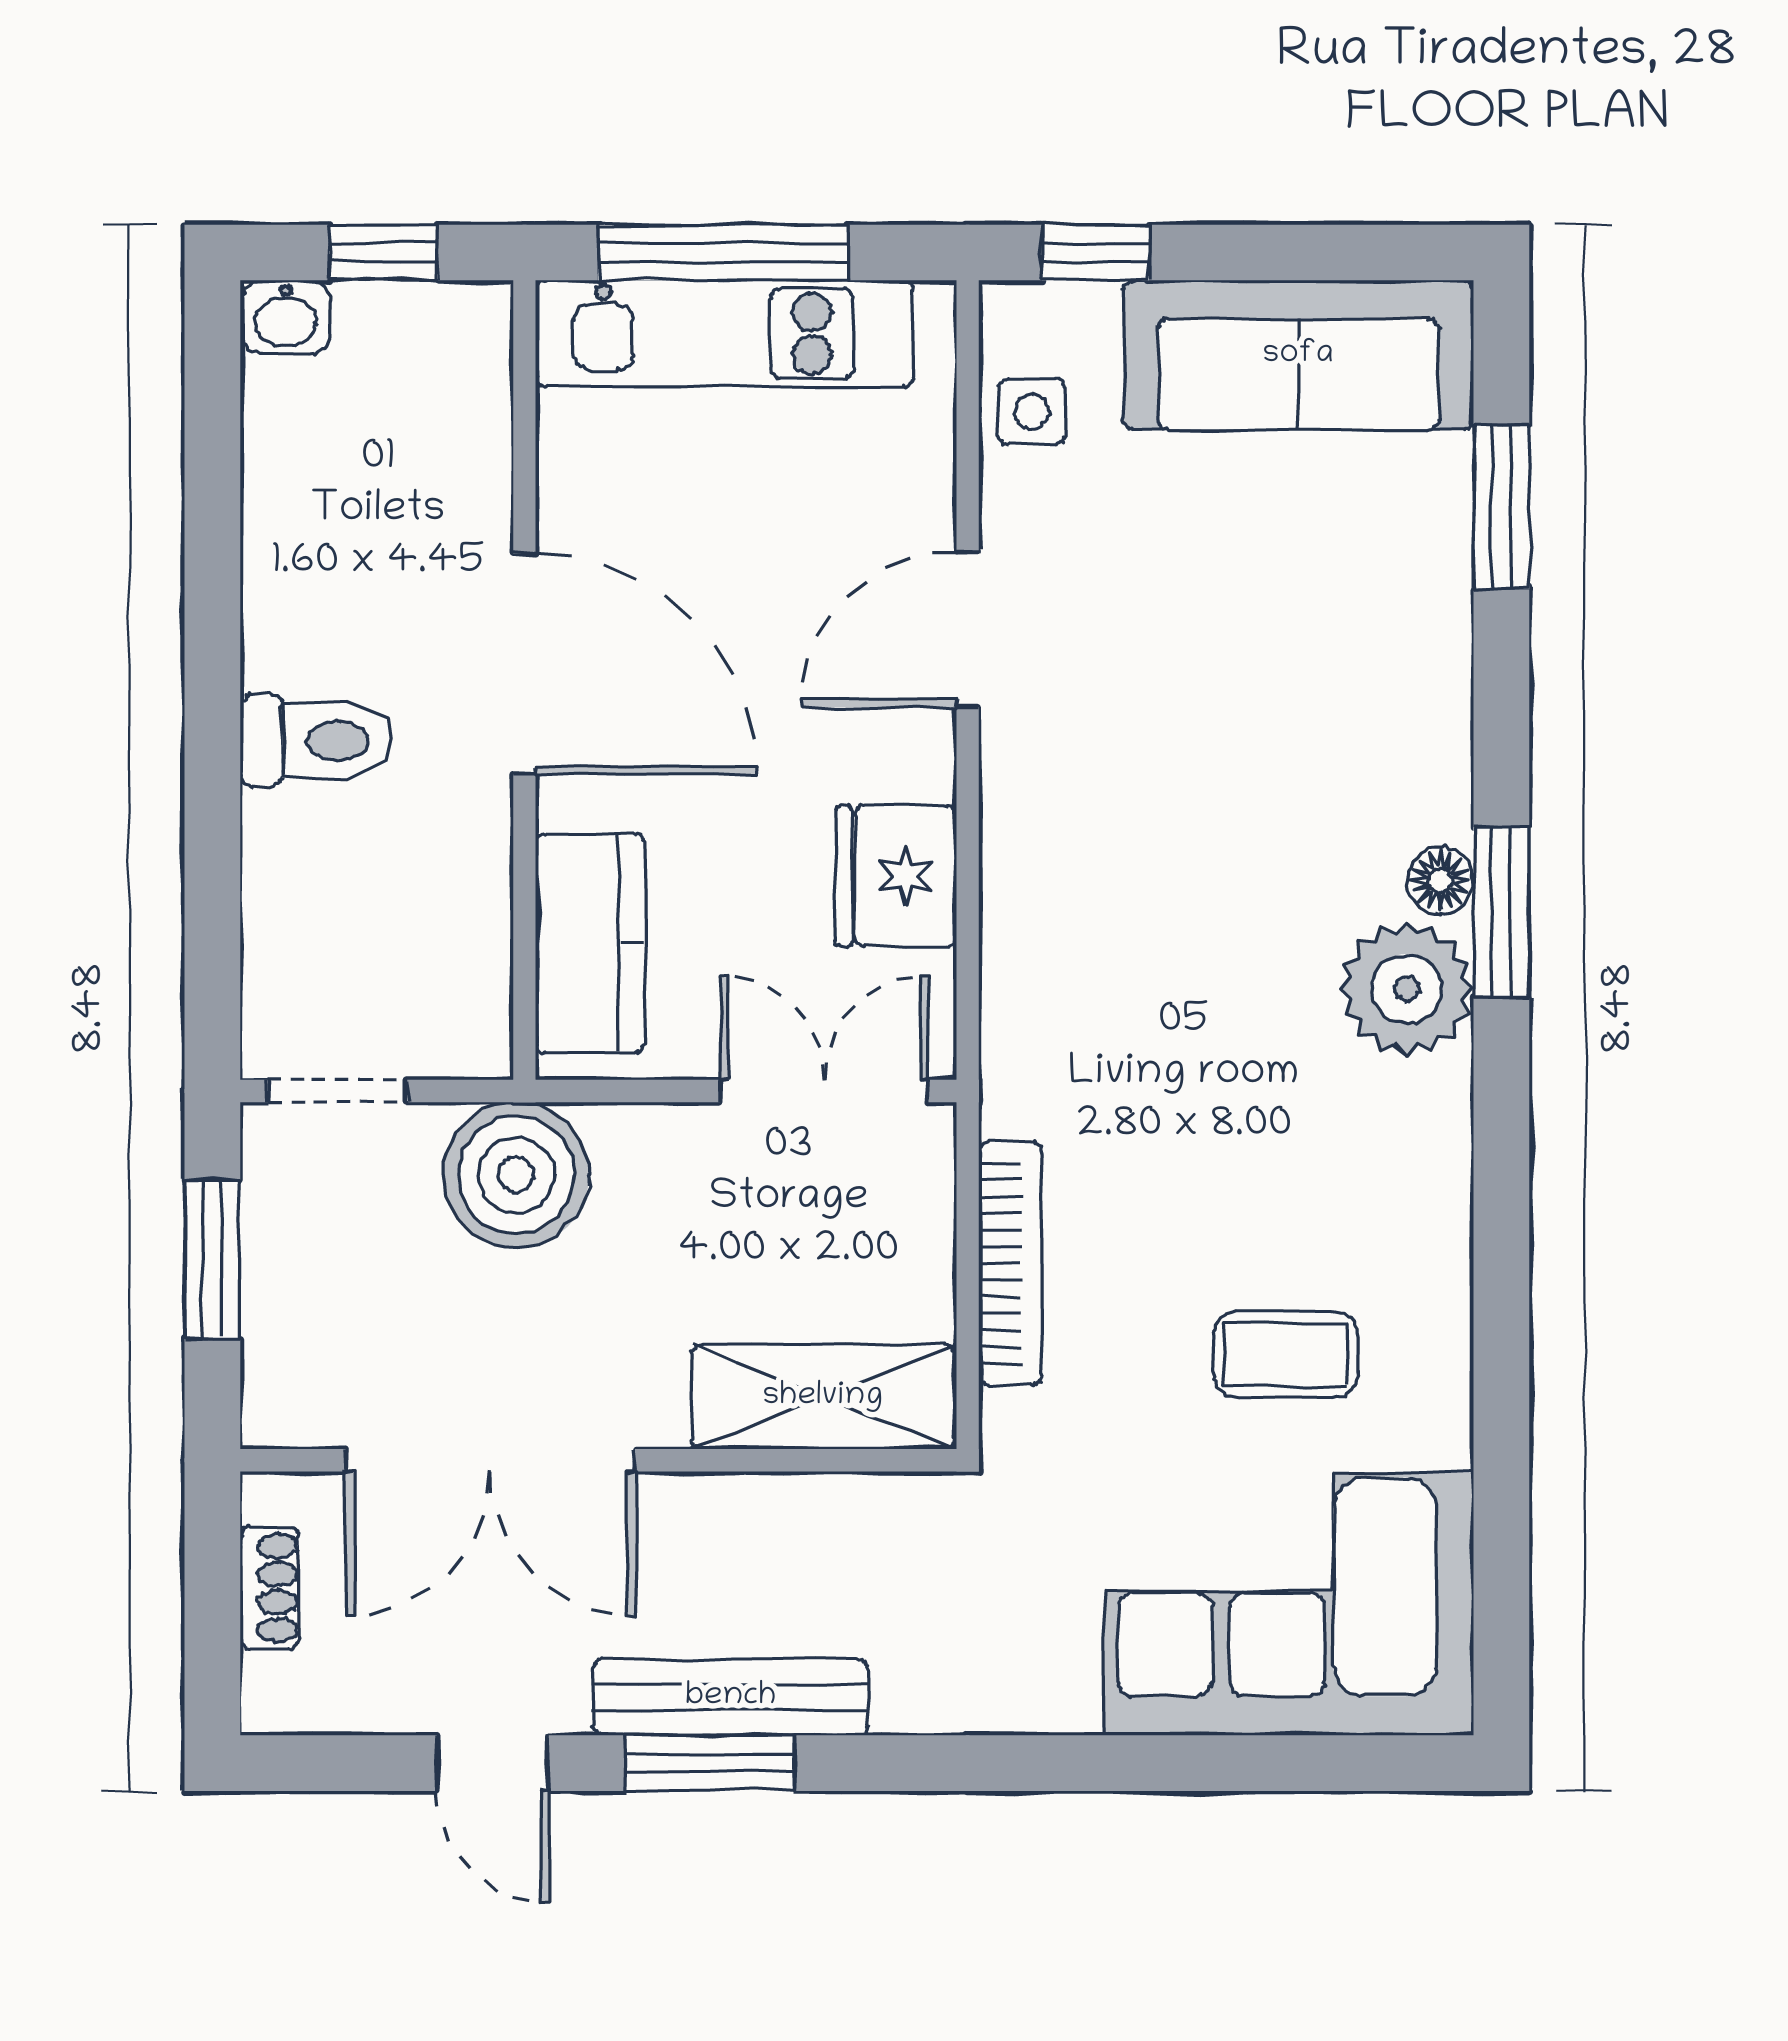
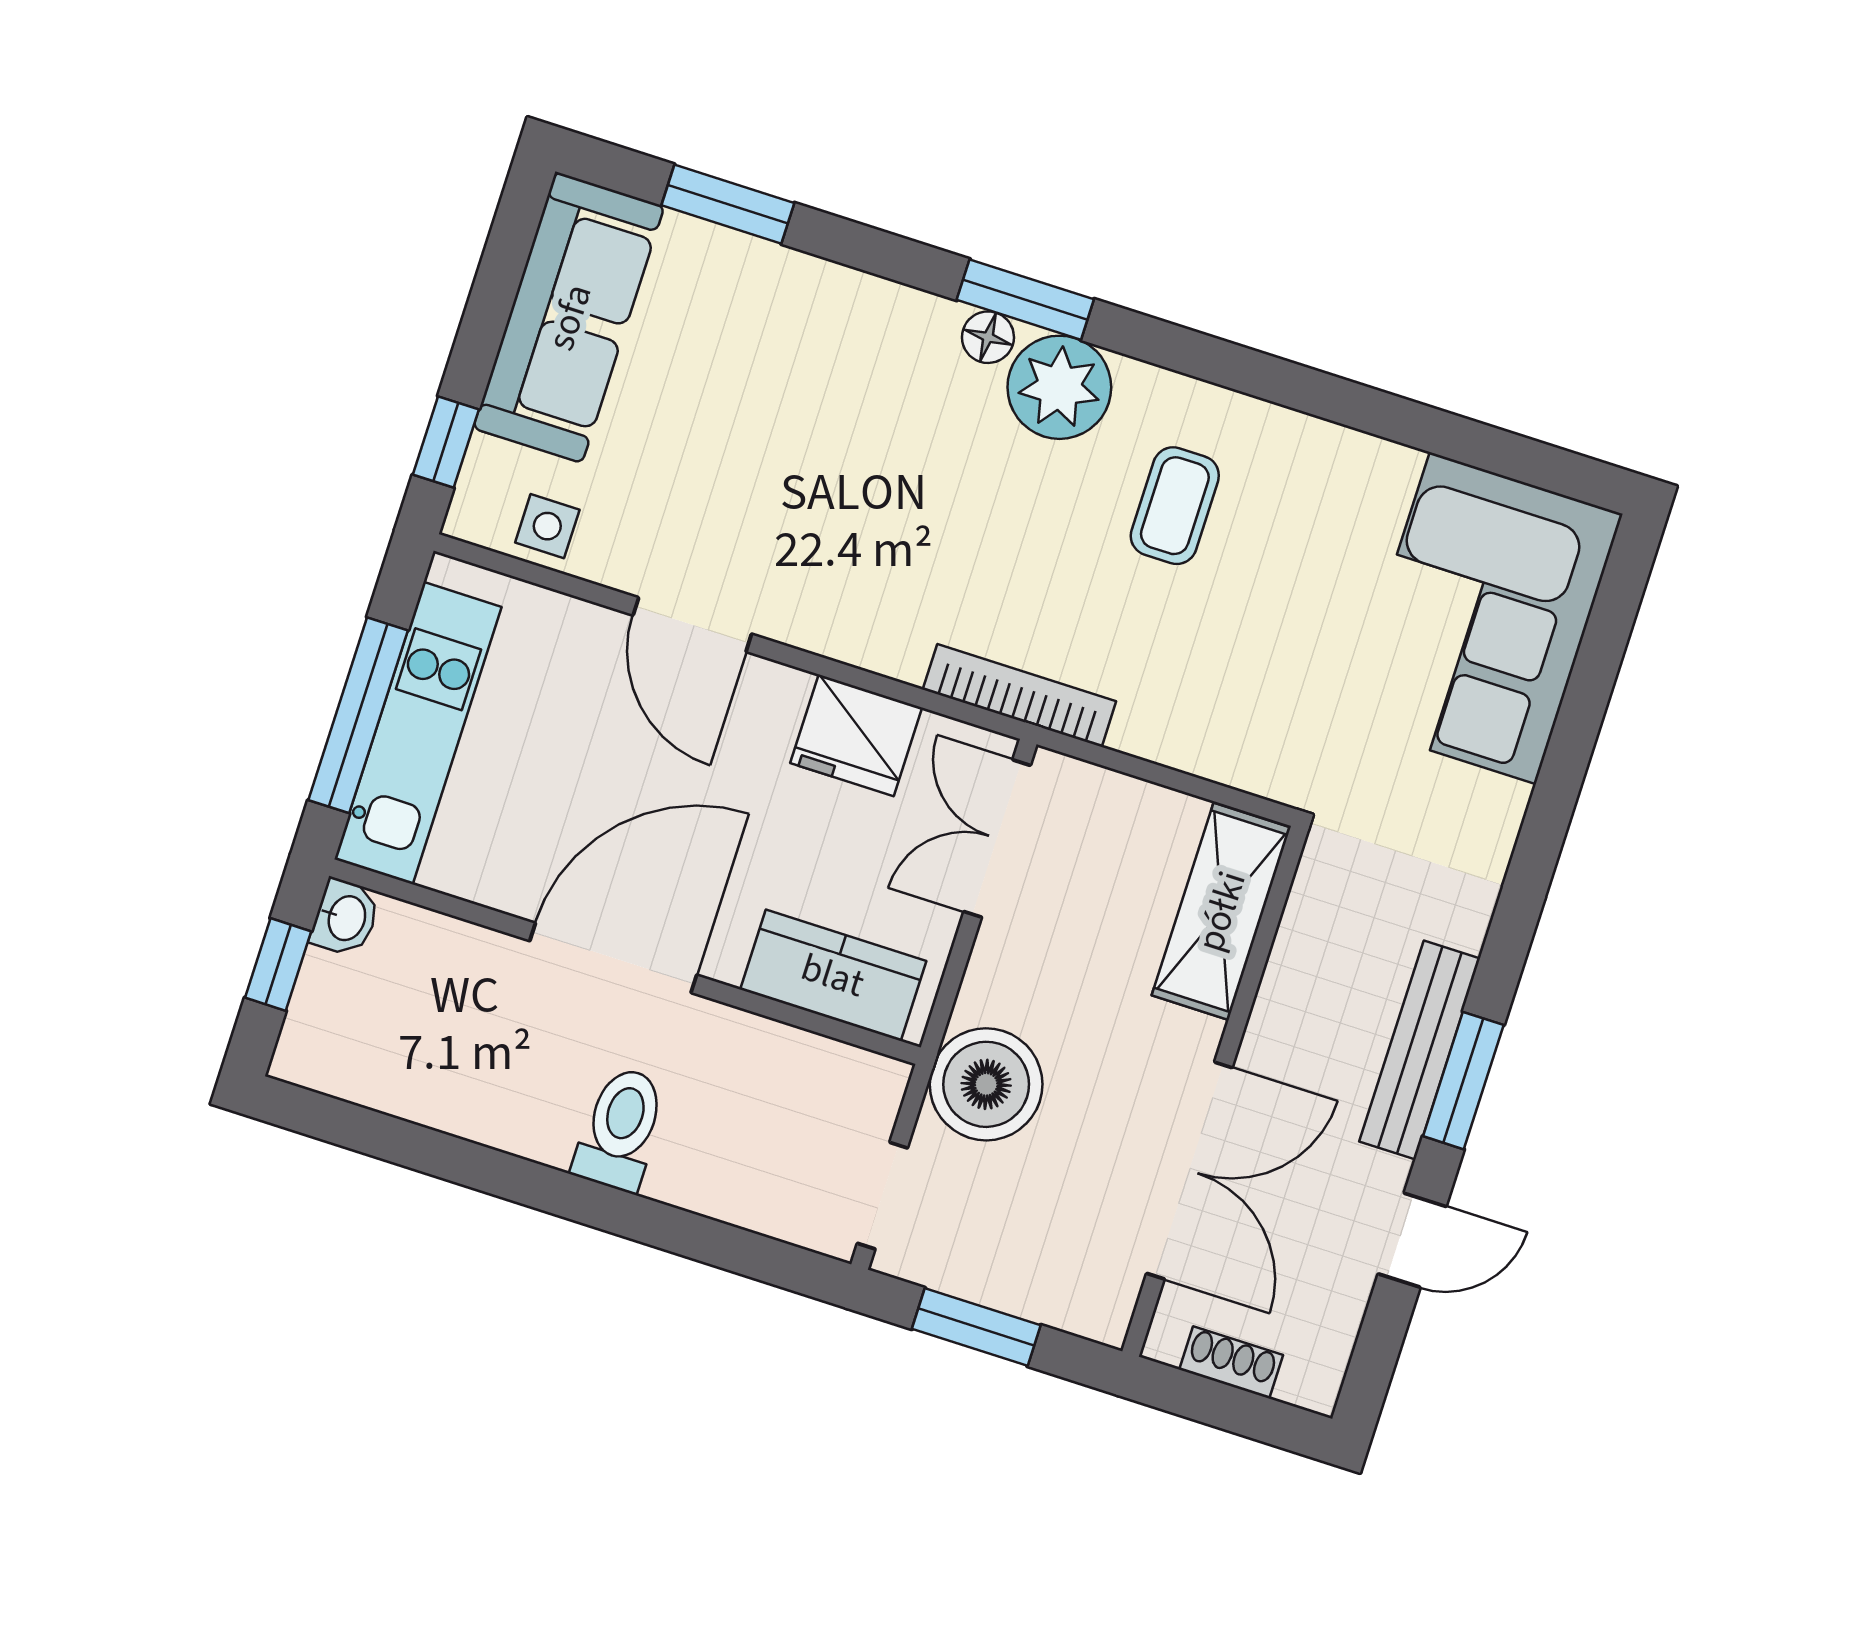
washbasin: (285, 317) -> (345, 918), moved
bookcase: (1010, 1264) -> (1019, 695), moved
coffee table: (1286, 1354) -> (1175, 506), moved

